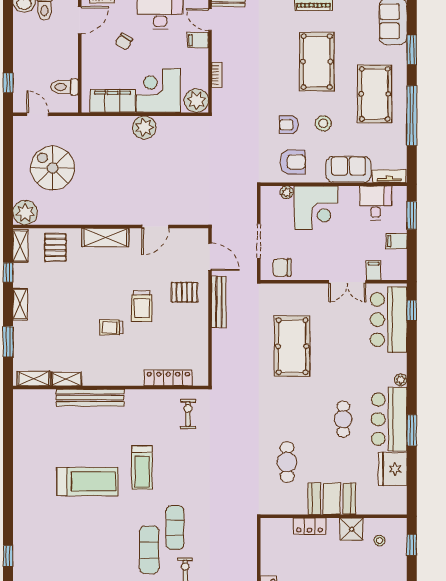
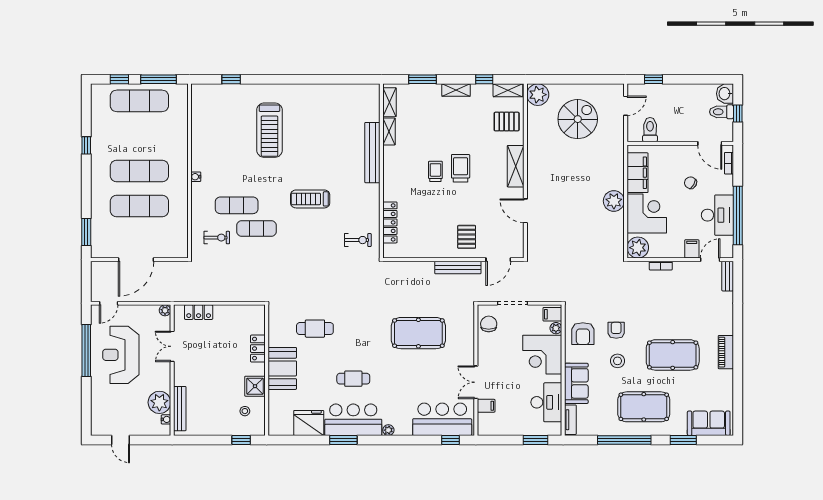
desk: (376, 203) -> (546, 402), width x1.37
filing cabinet: (396, 241) -> (552, 314), moved, turned -90
trolley: (142, 306) -> (461, 168), moved, turned 90
treadmill: (87, 482) -> (269, 130), moved

